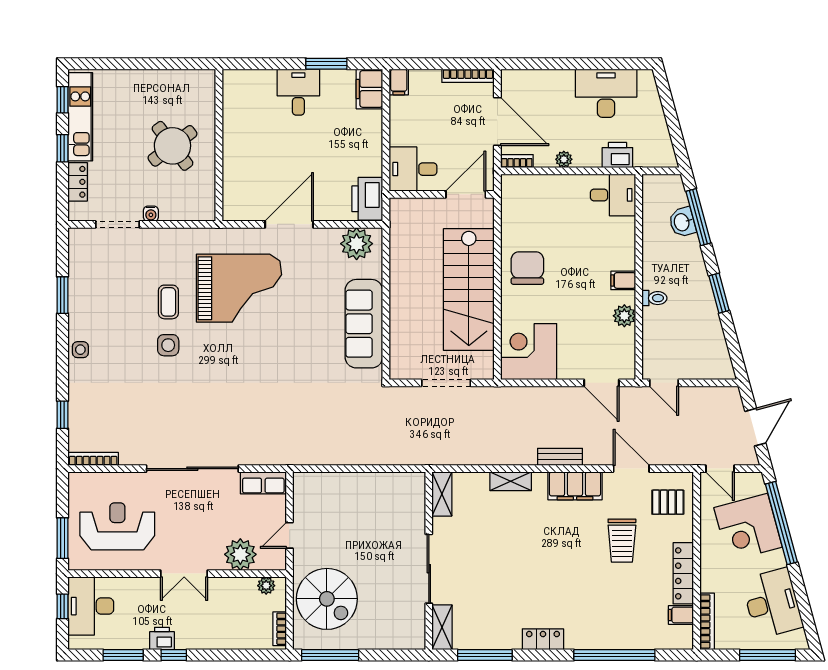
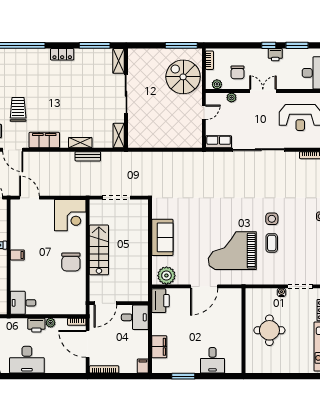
filing cabinet: (369, 89) -> (159, 347), moved
desk: (298, 92) -> (212, 360), moved
round table: (172, 146) -> (269, 330), turned 37
printer: (617, 155) -> (36, 325), moved
stairs: (469, 290) -> (99, 250), width x0.73, depth x0.66
plant: (624, 316) -> (17, 235), removed
sofa: (364, 324) -> (162, 237), width x0.73
bench: (560, 457) -> (88, 156), moved
plant: (240, 554) -> (231, 98), width x0.53, depth x0.53
chair: (230, 607) -> (238, 72), added

